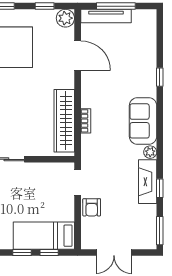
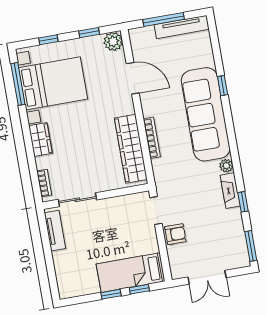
tv unit: (106, 16) -> (182, 27), moved
bookcase: (86, 121) -> (152, 138), width x1.56
sofa: (143, 121) -> (206, 114), width x1.85, depth x1.27
fireplace: (148, 182) -> (230, 191), width x0.73, depth x0.76
armchair: (92, 207) -> (175, 234), turned -90

